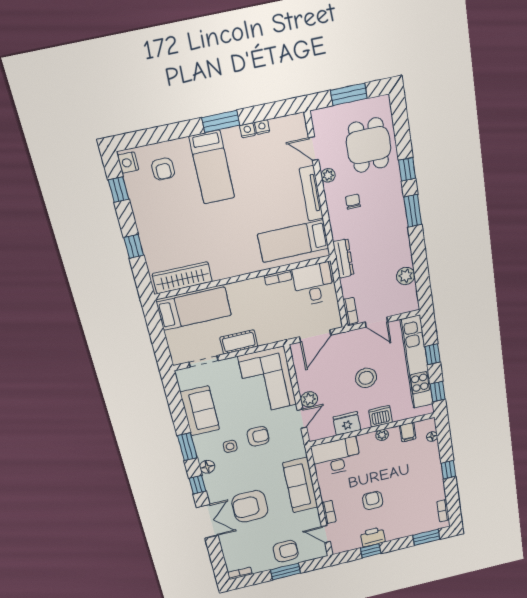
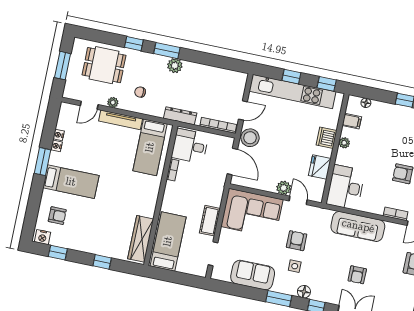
plant: (406, 276) -> (175, 66), moved
bookcase: (351, 311) -> (218, 125), width x1.56
stool: (366, 378) -> (250, 138), moved
armchair: (250, 506) -> (357, 275), width x0.53, depth x0.53

